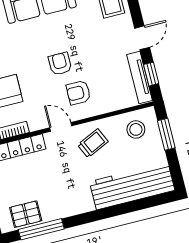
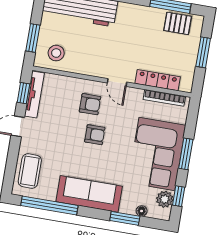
armchair: (60, 64) -> (95, 135), turned -90
trolley: (93, 143) -> (97, 57), removed

